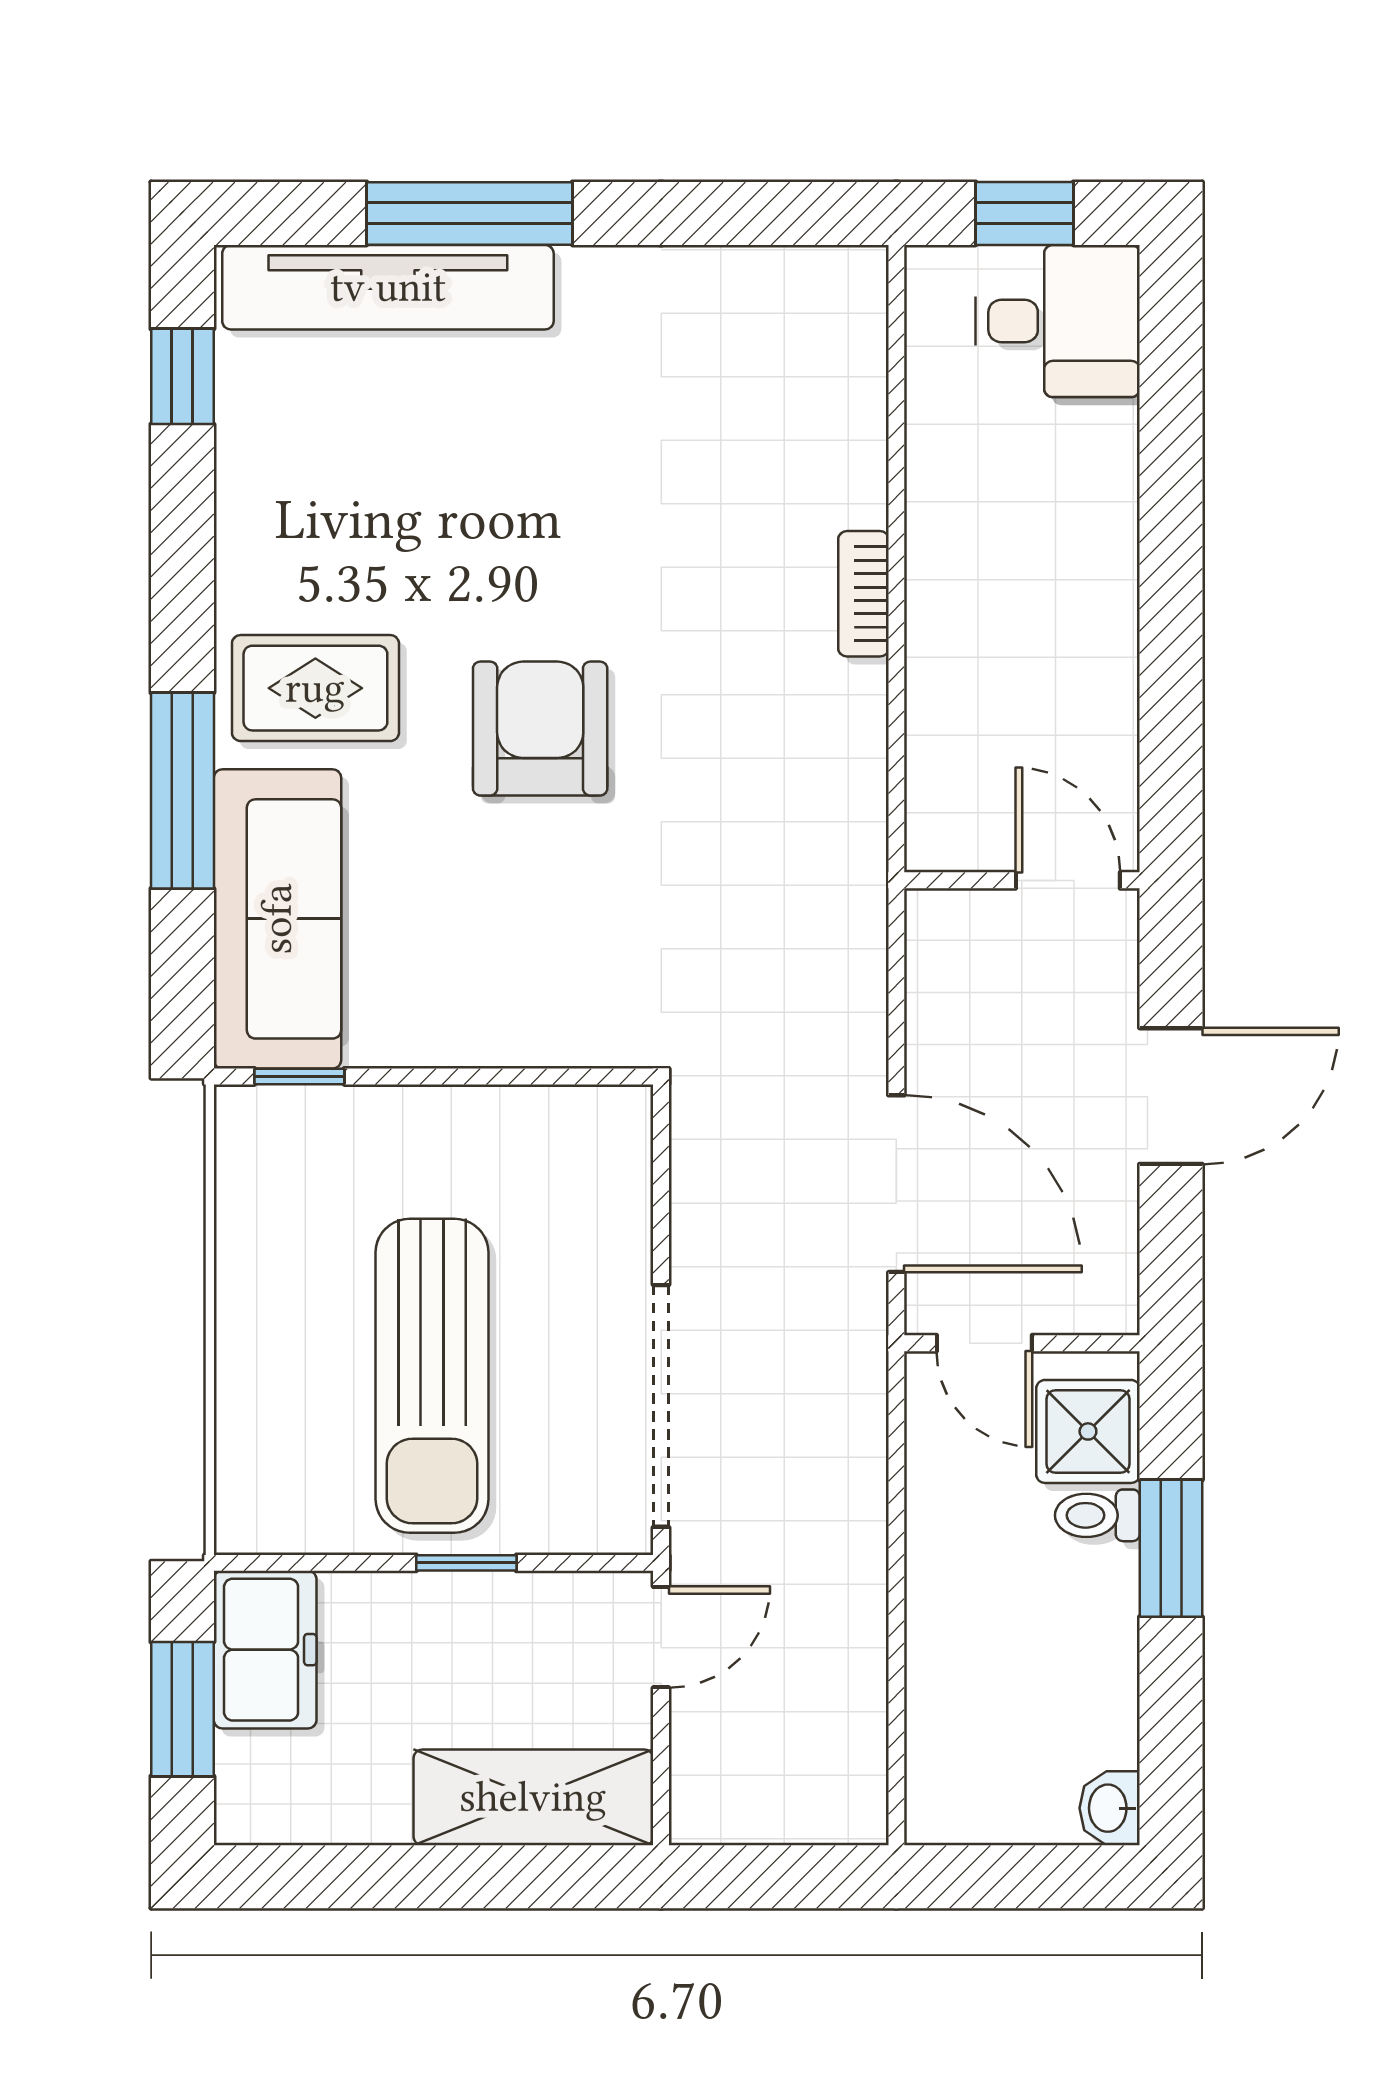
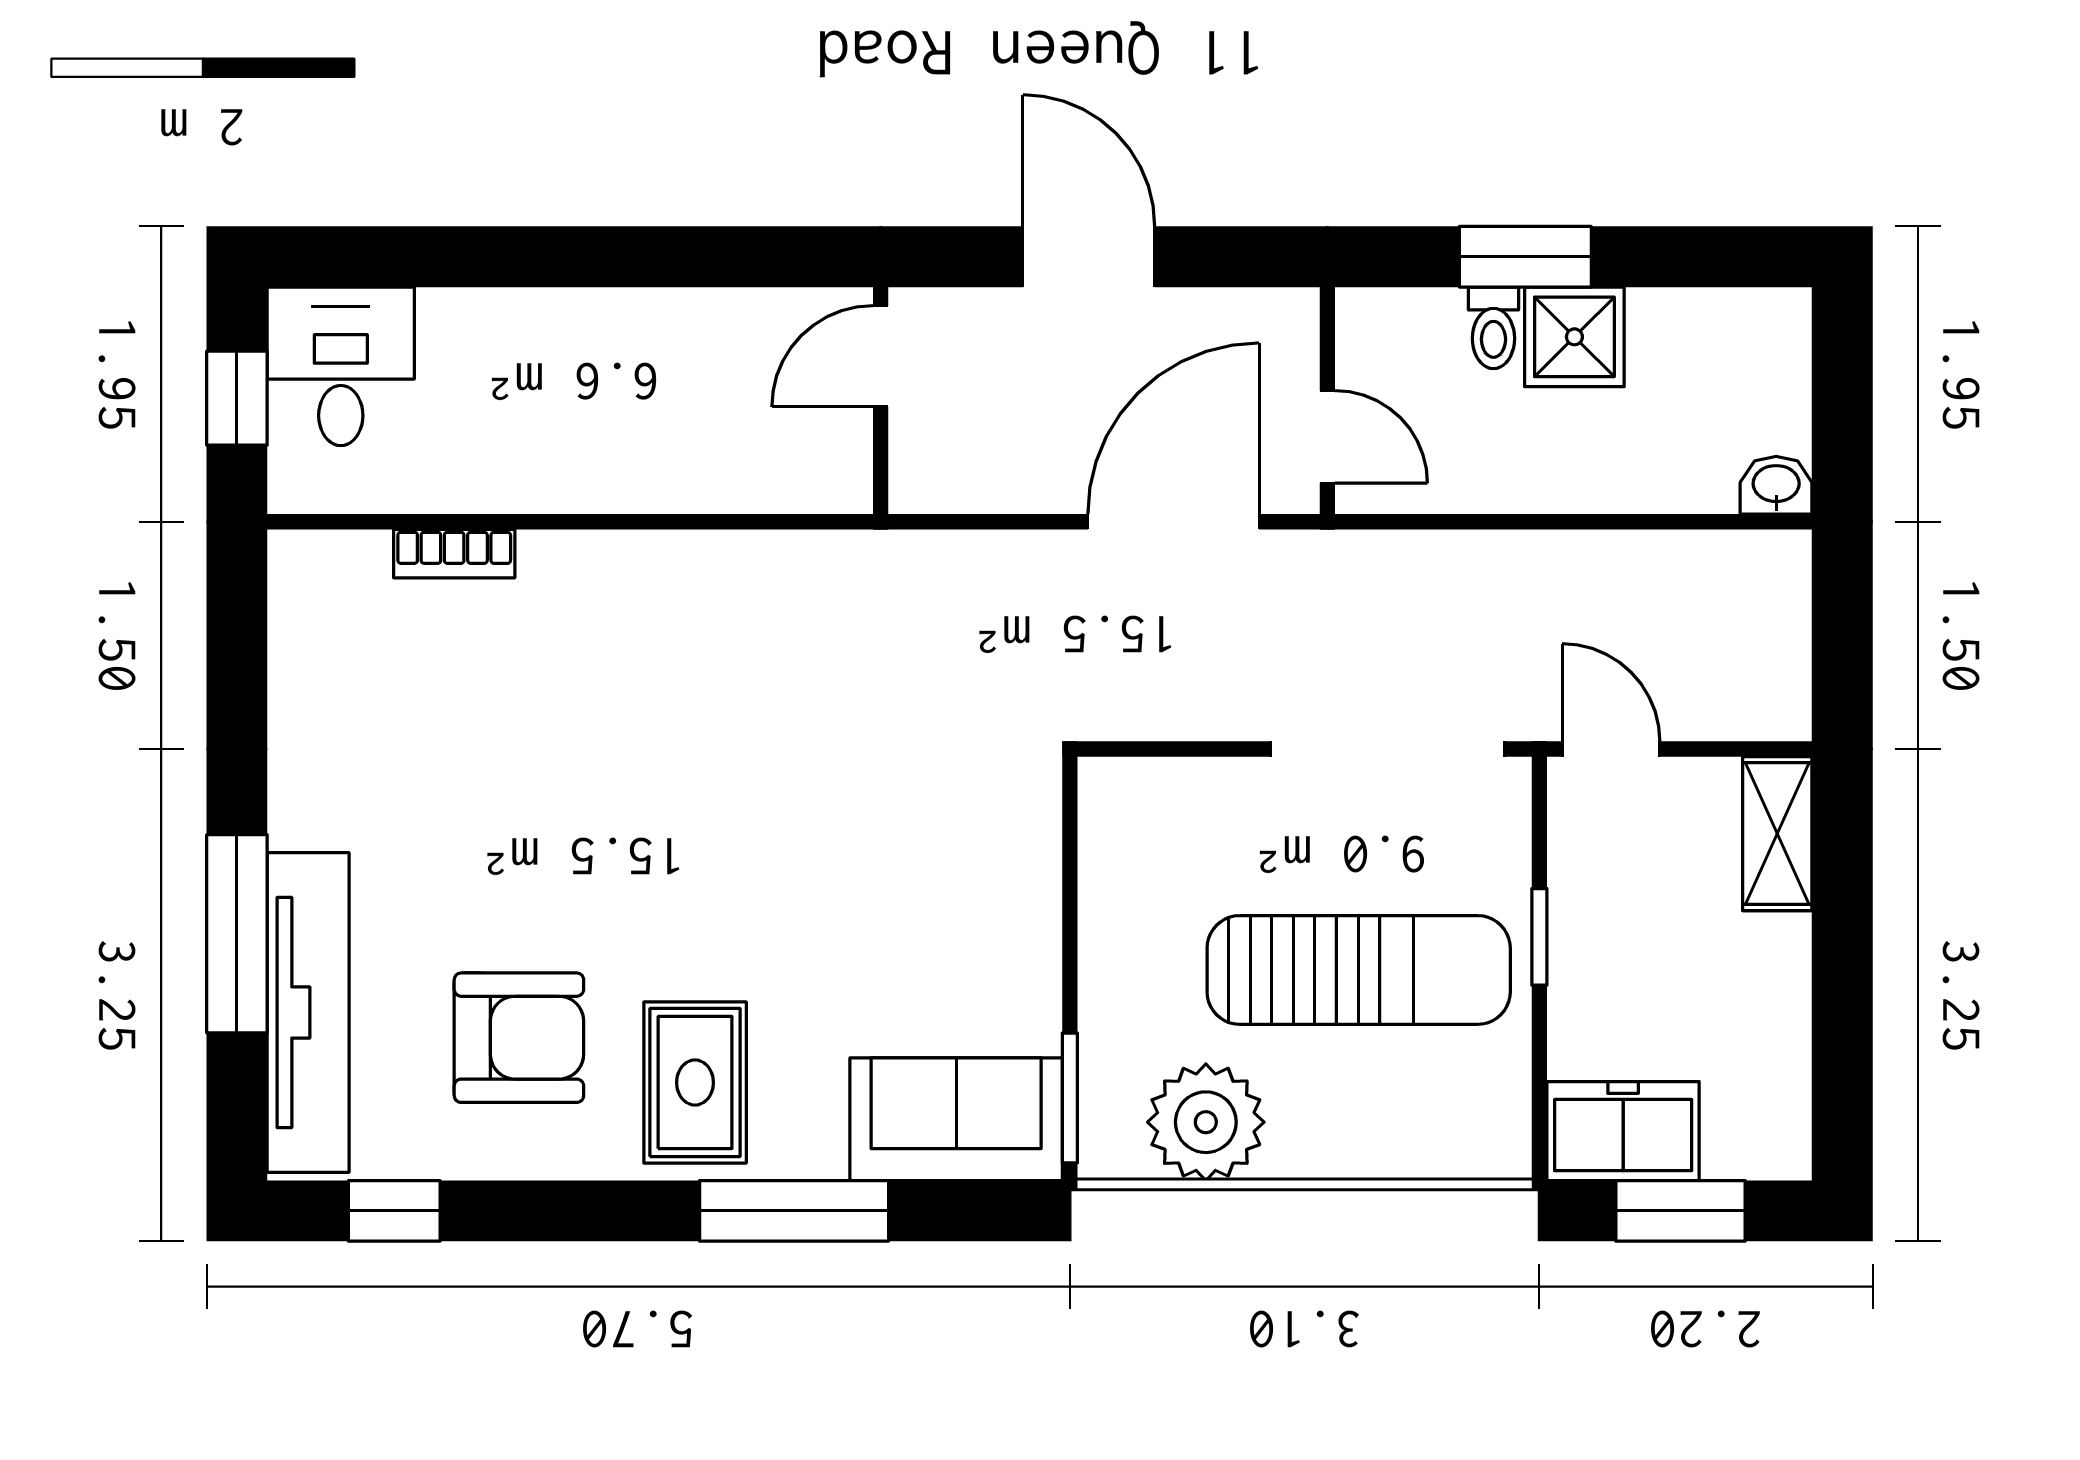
bookcase: (863, 594) -> (454, 554), moved
armchair: (540, 729) -> (519, 1038), moved, turned 180
sofa: (277, 919) -> (956, 1119), width x0.73
window: (299, 1076) -> (1070, 1098), width x1.50
plant: (274, 1217) -> (1206, 1122), added
door: (984, 1343) -> (1327, 437), hinge flipped
shower: (1088, 1431) -> (1574, 337), moved
shelving: (533, 1797) -> (1777, 834), width x0.67, depth x0.75
washbasin: (1110, 1808) -> (1776, 485), moved, turned 180

